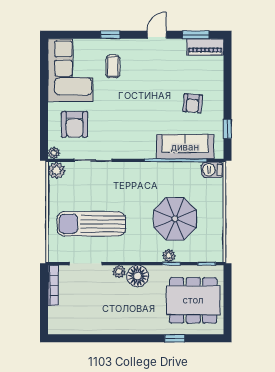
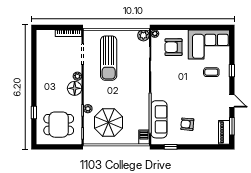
parasol: (175, 219) -> (109, 122), moved
sun lounger: (91, 224) -> (109, 58), turned 180
dining table: (193, 300) -> (59, 125), width x0.73

